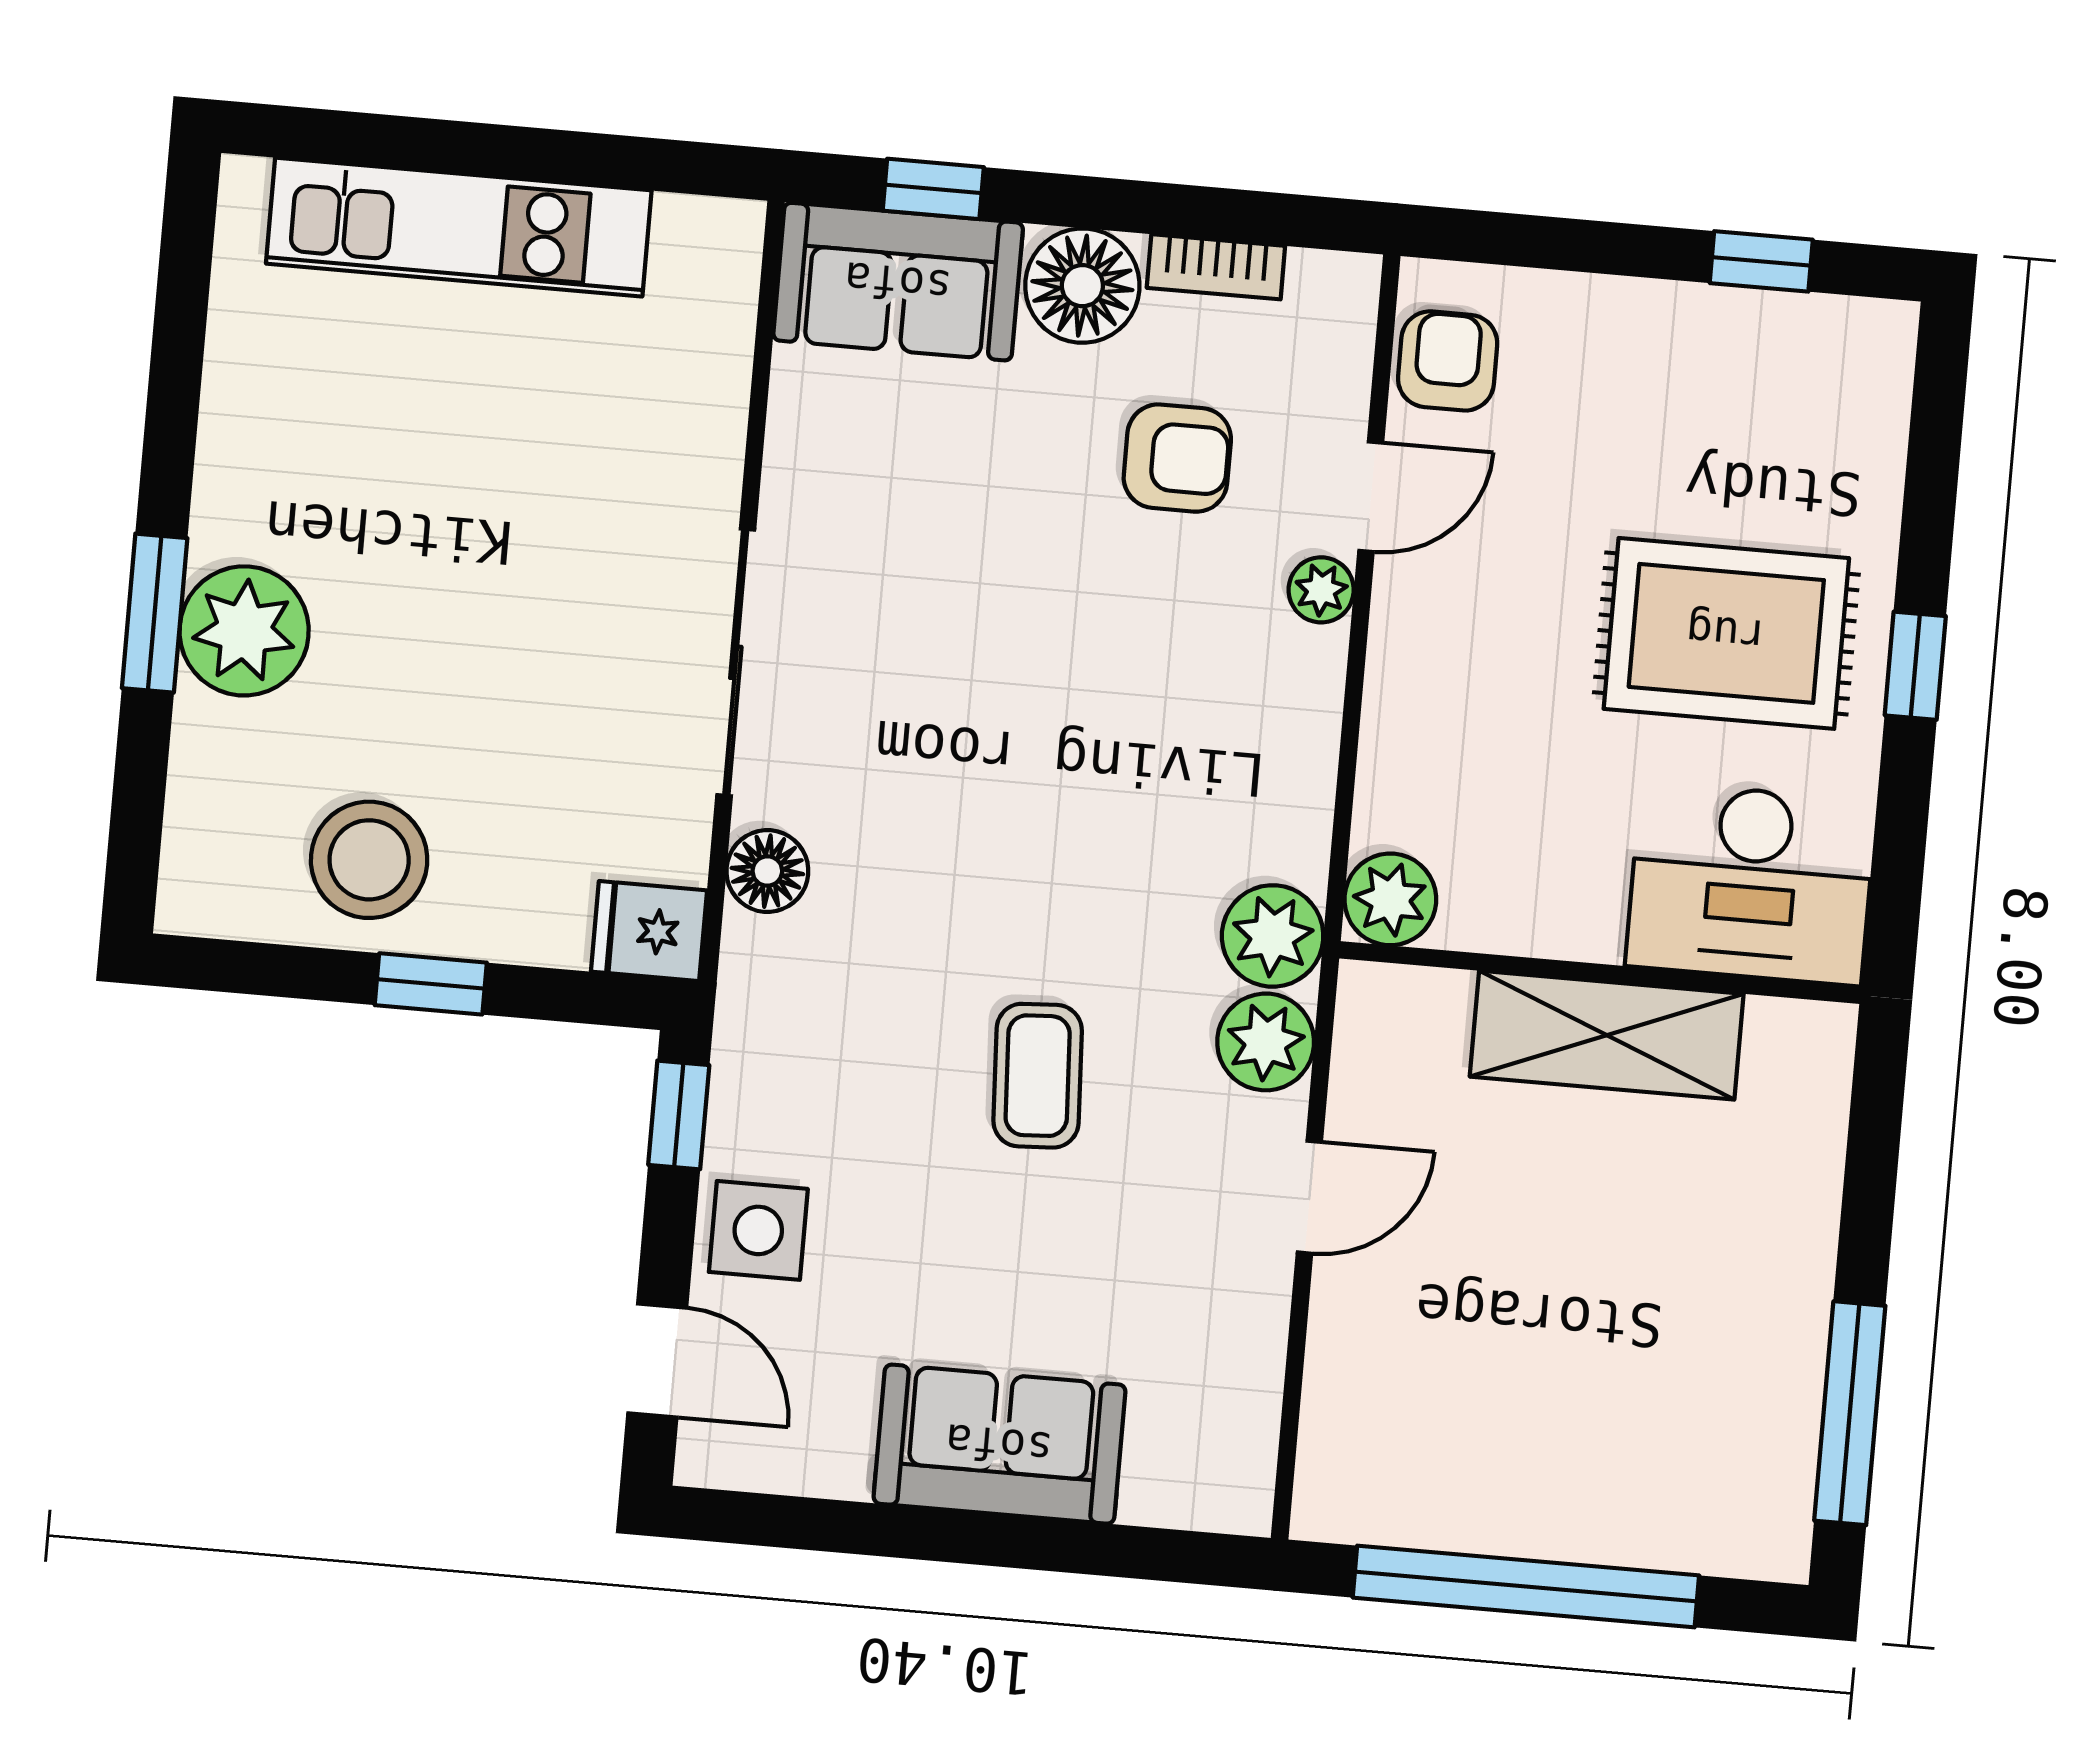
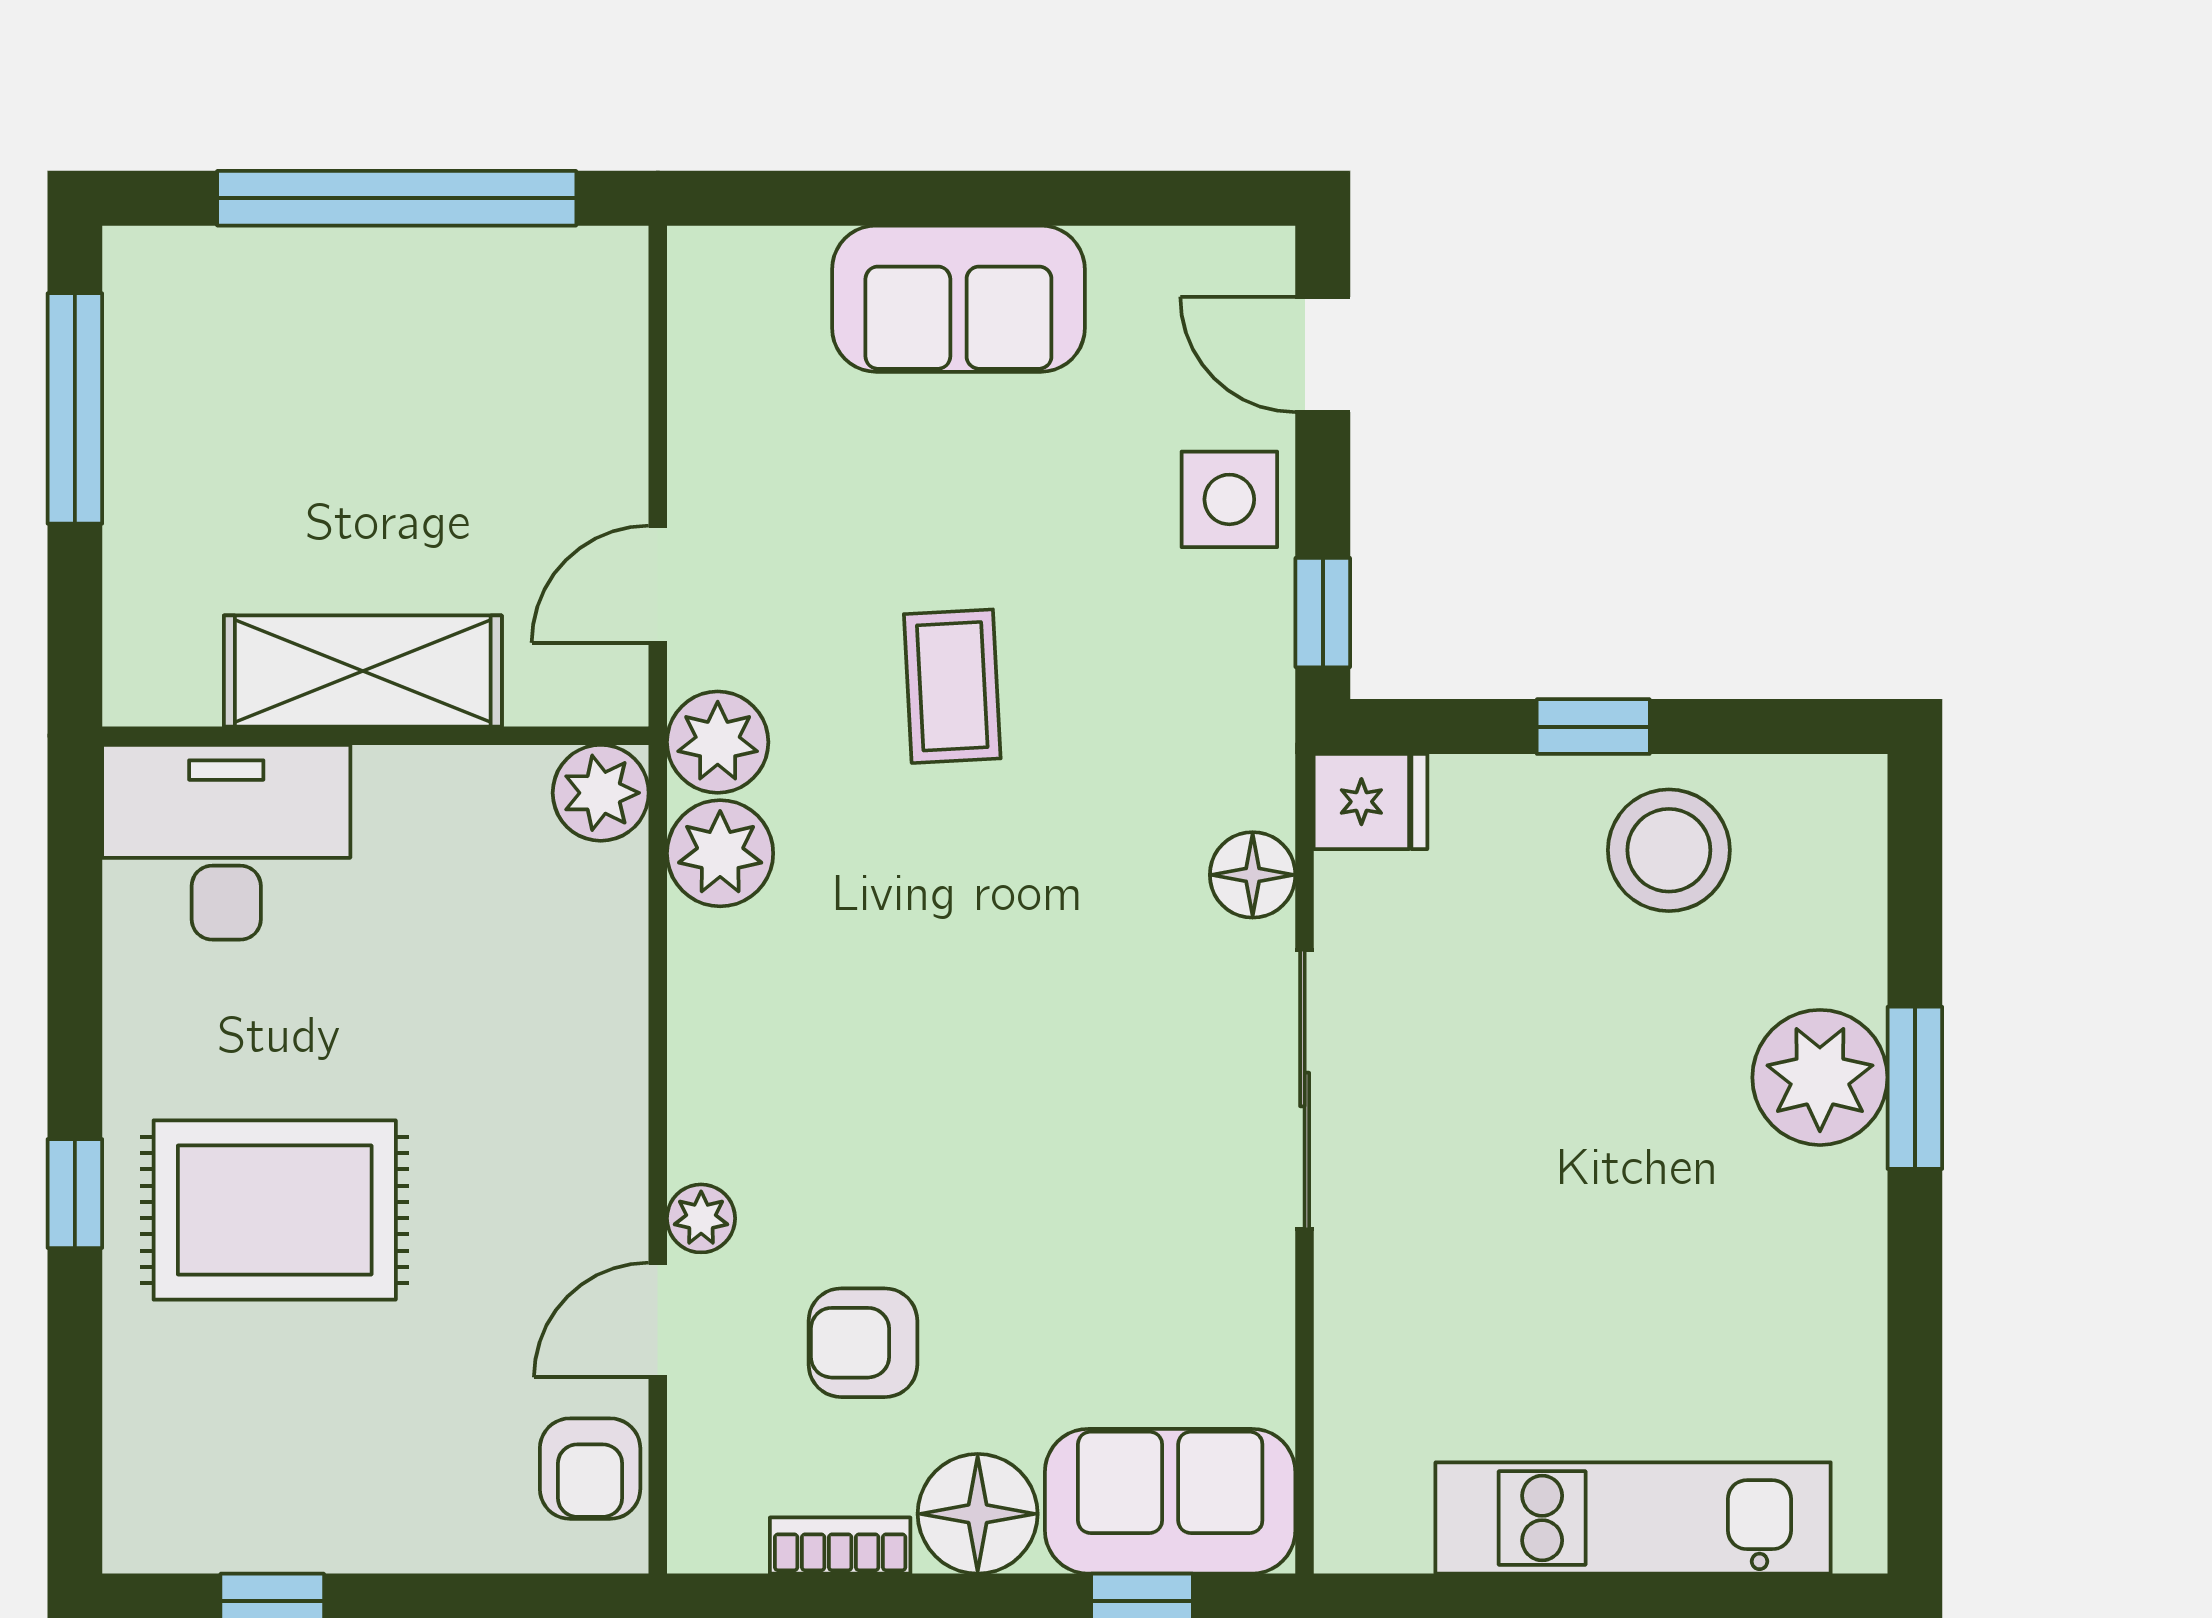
desk: (1751, 884) -> (226, 842), moved
plant: (1390, 899) -> (601, 793), moved
wall: (1600, 973) -> (375, 736), moved
shelving: (1607, 1035) -> (363, 671), moved

